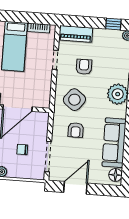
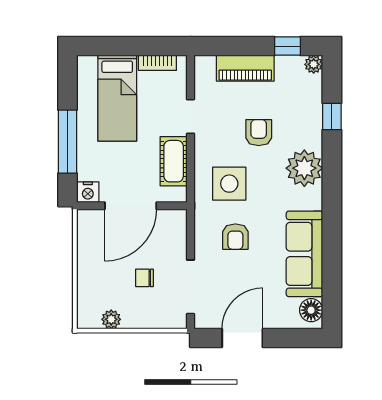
piano: (76, 34) -> (245, 68), moved
armchair: (84, 67) -> (259, 133), moved
cot: (44, 85) -> (174, 161), added
side table: (74, 100) -> (229, 184), turned -38

